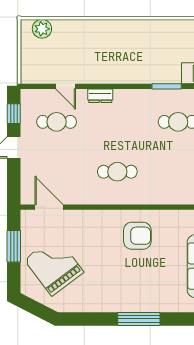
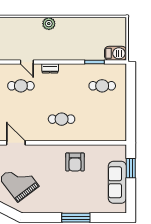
plant: (42, 29) -> (49, 24), moved
armchair: (137, 236) -> (75, 162), turned 90

